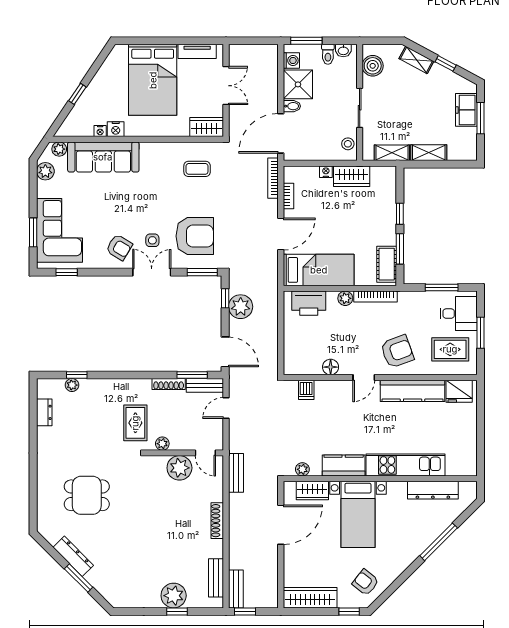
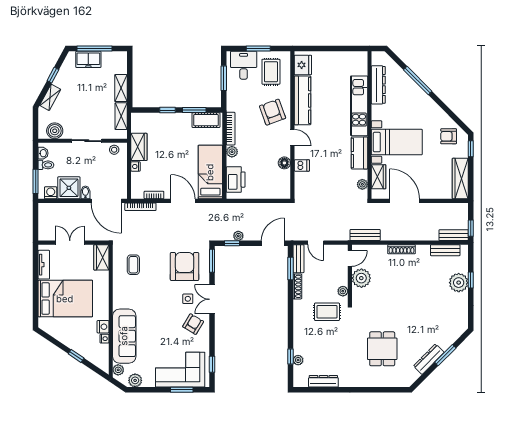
window: (480, 118) -> (95, 49), width x1.44
plant: (241, 307) -> (238, 236), width x0.53, depth x0.53
dishwasher: (306, 390) -> (302, 165), moved
dresser: (44, 412) -> (323, 381), width x1.44
armchair: (365, 582) -> (449, 136), turned 52

